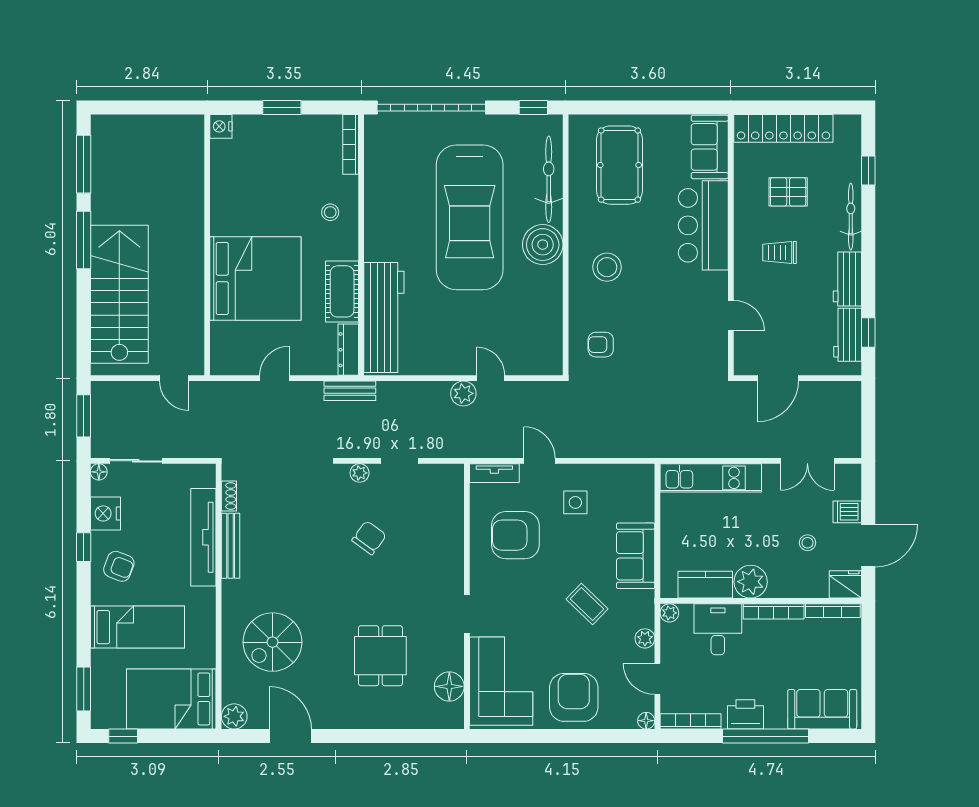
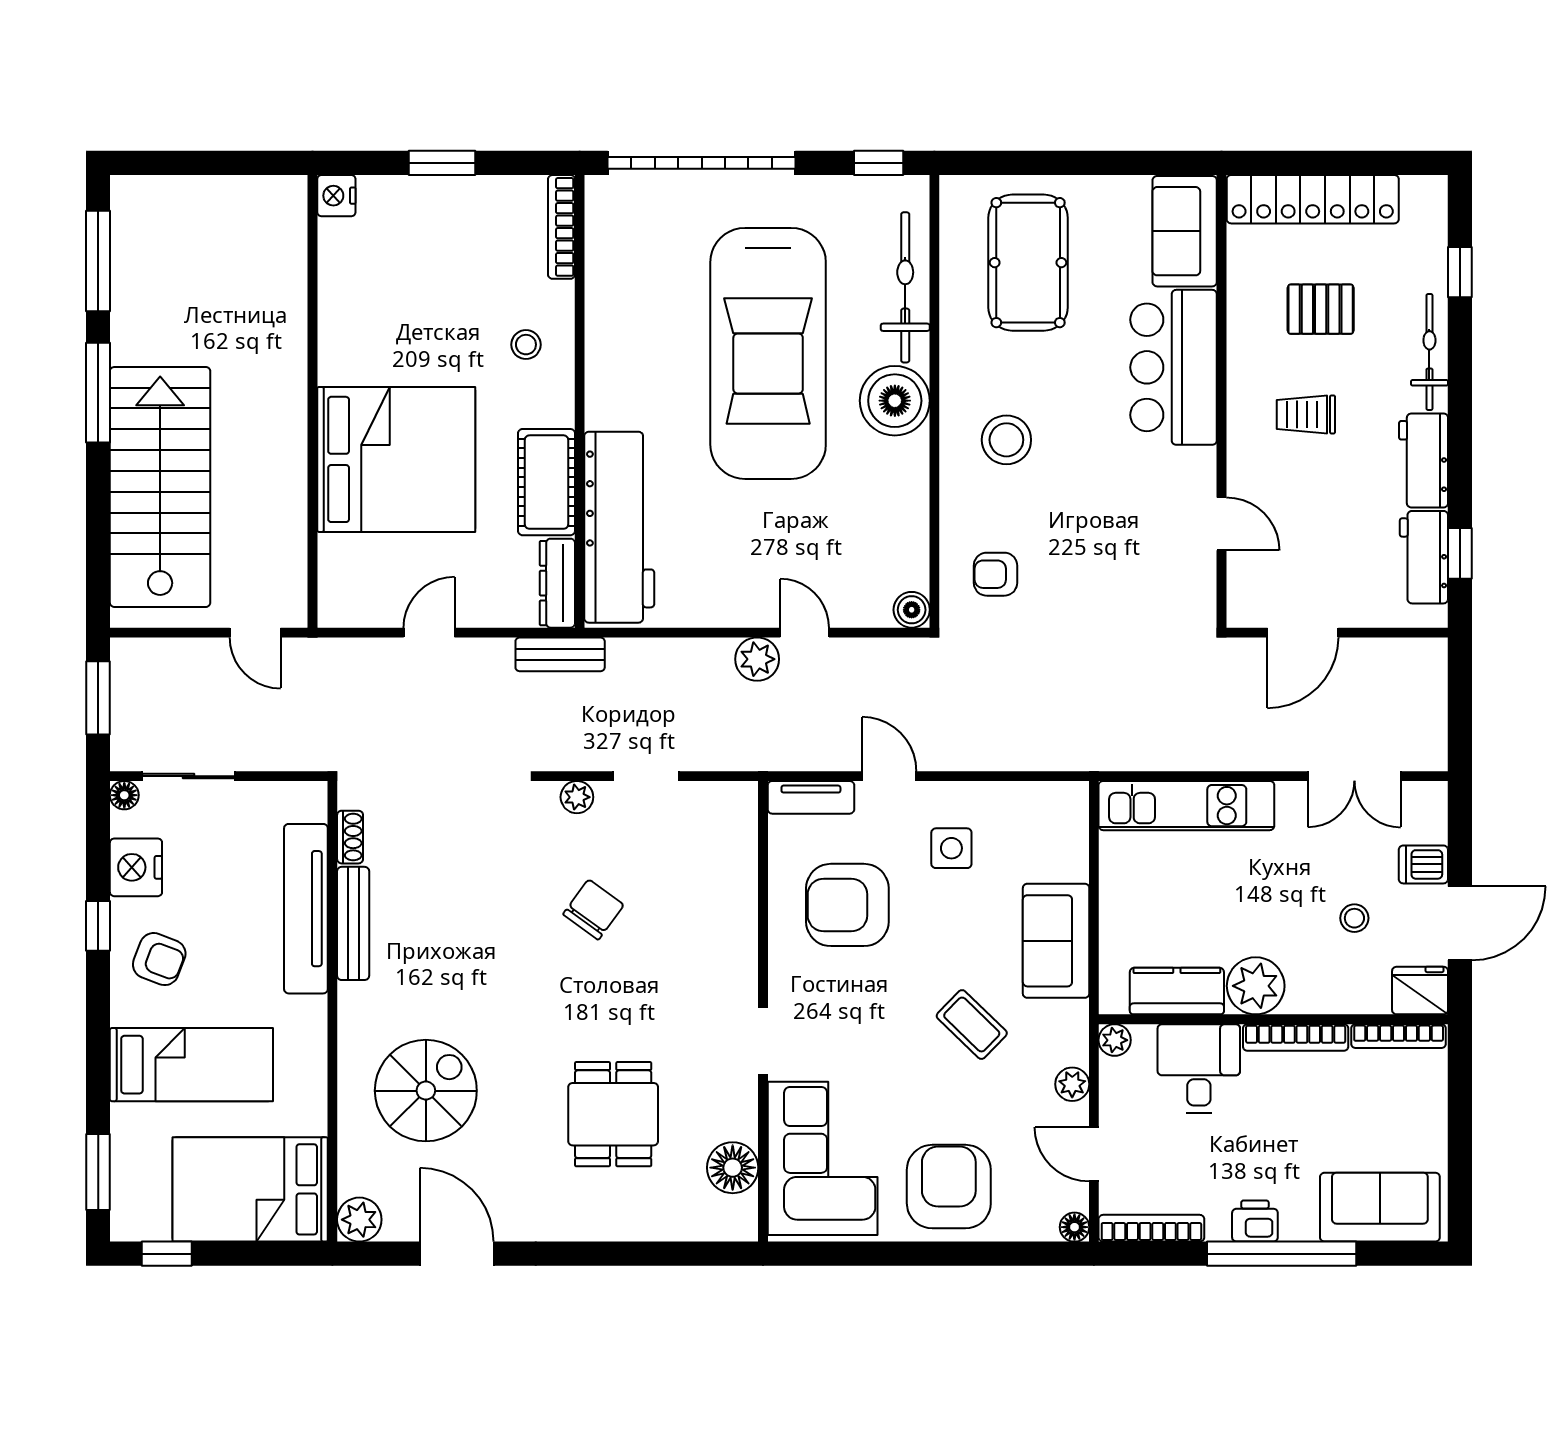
boiler: (552, 365) -> (912, 610), added
spiral stairs: (273, 642) -> (426, 1091), turned 180
printer: (745, 714) -> (1255, 1221), width x0.73, depth x0.81

